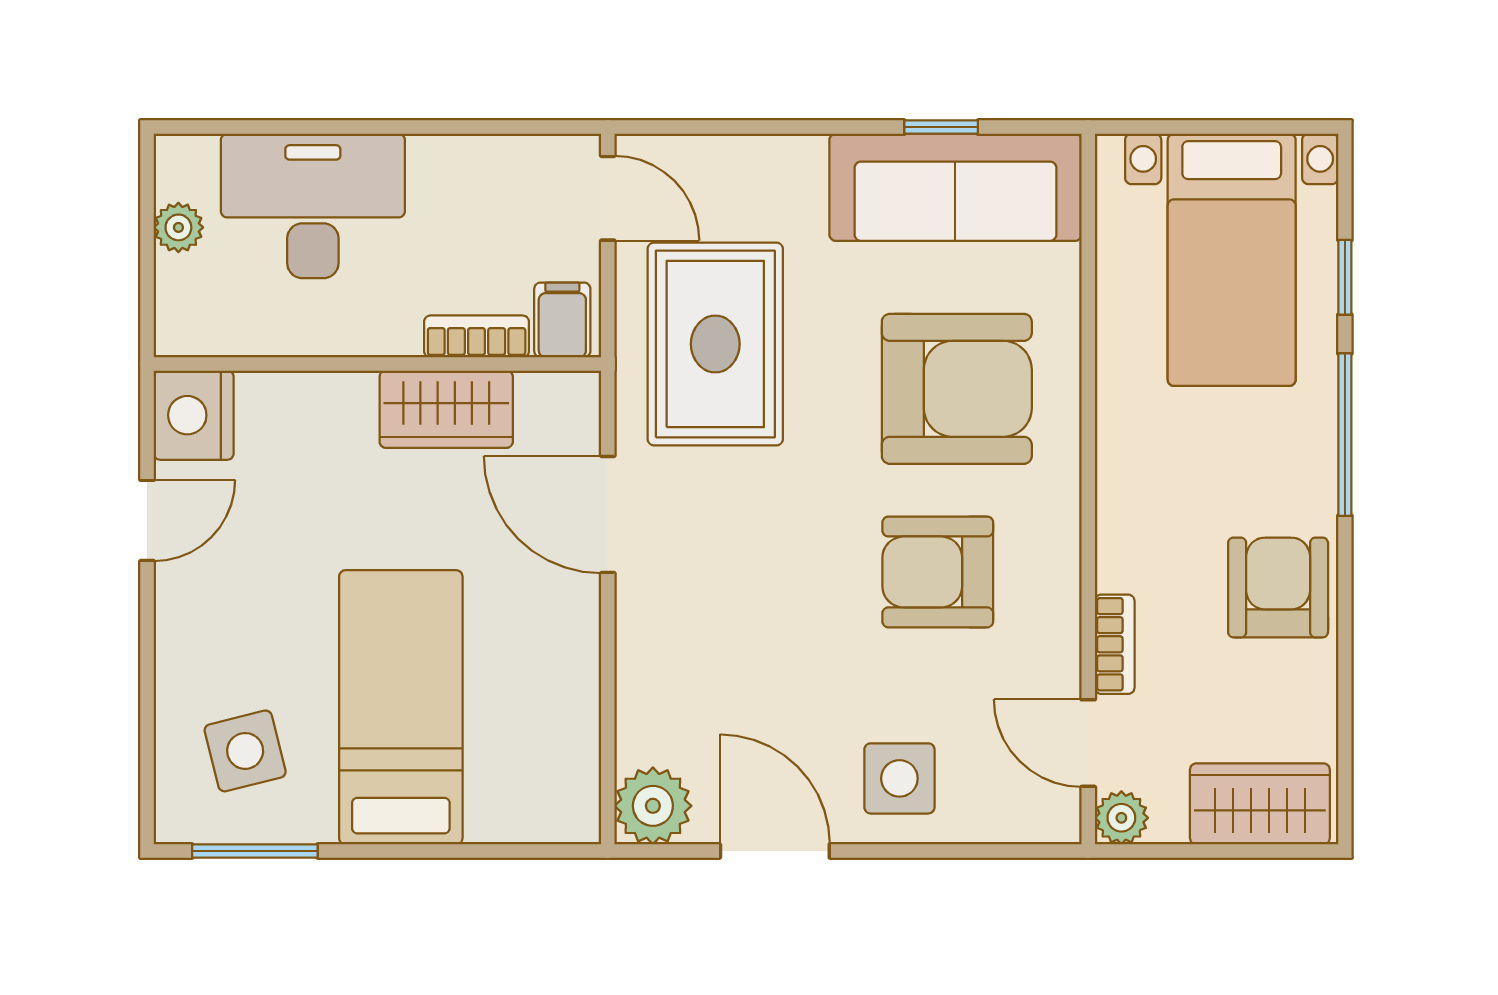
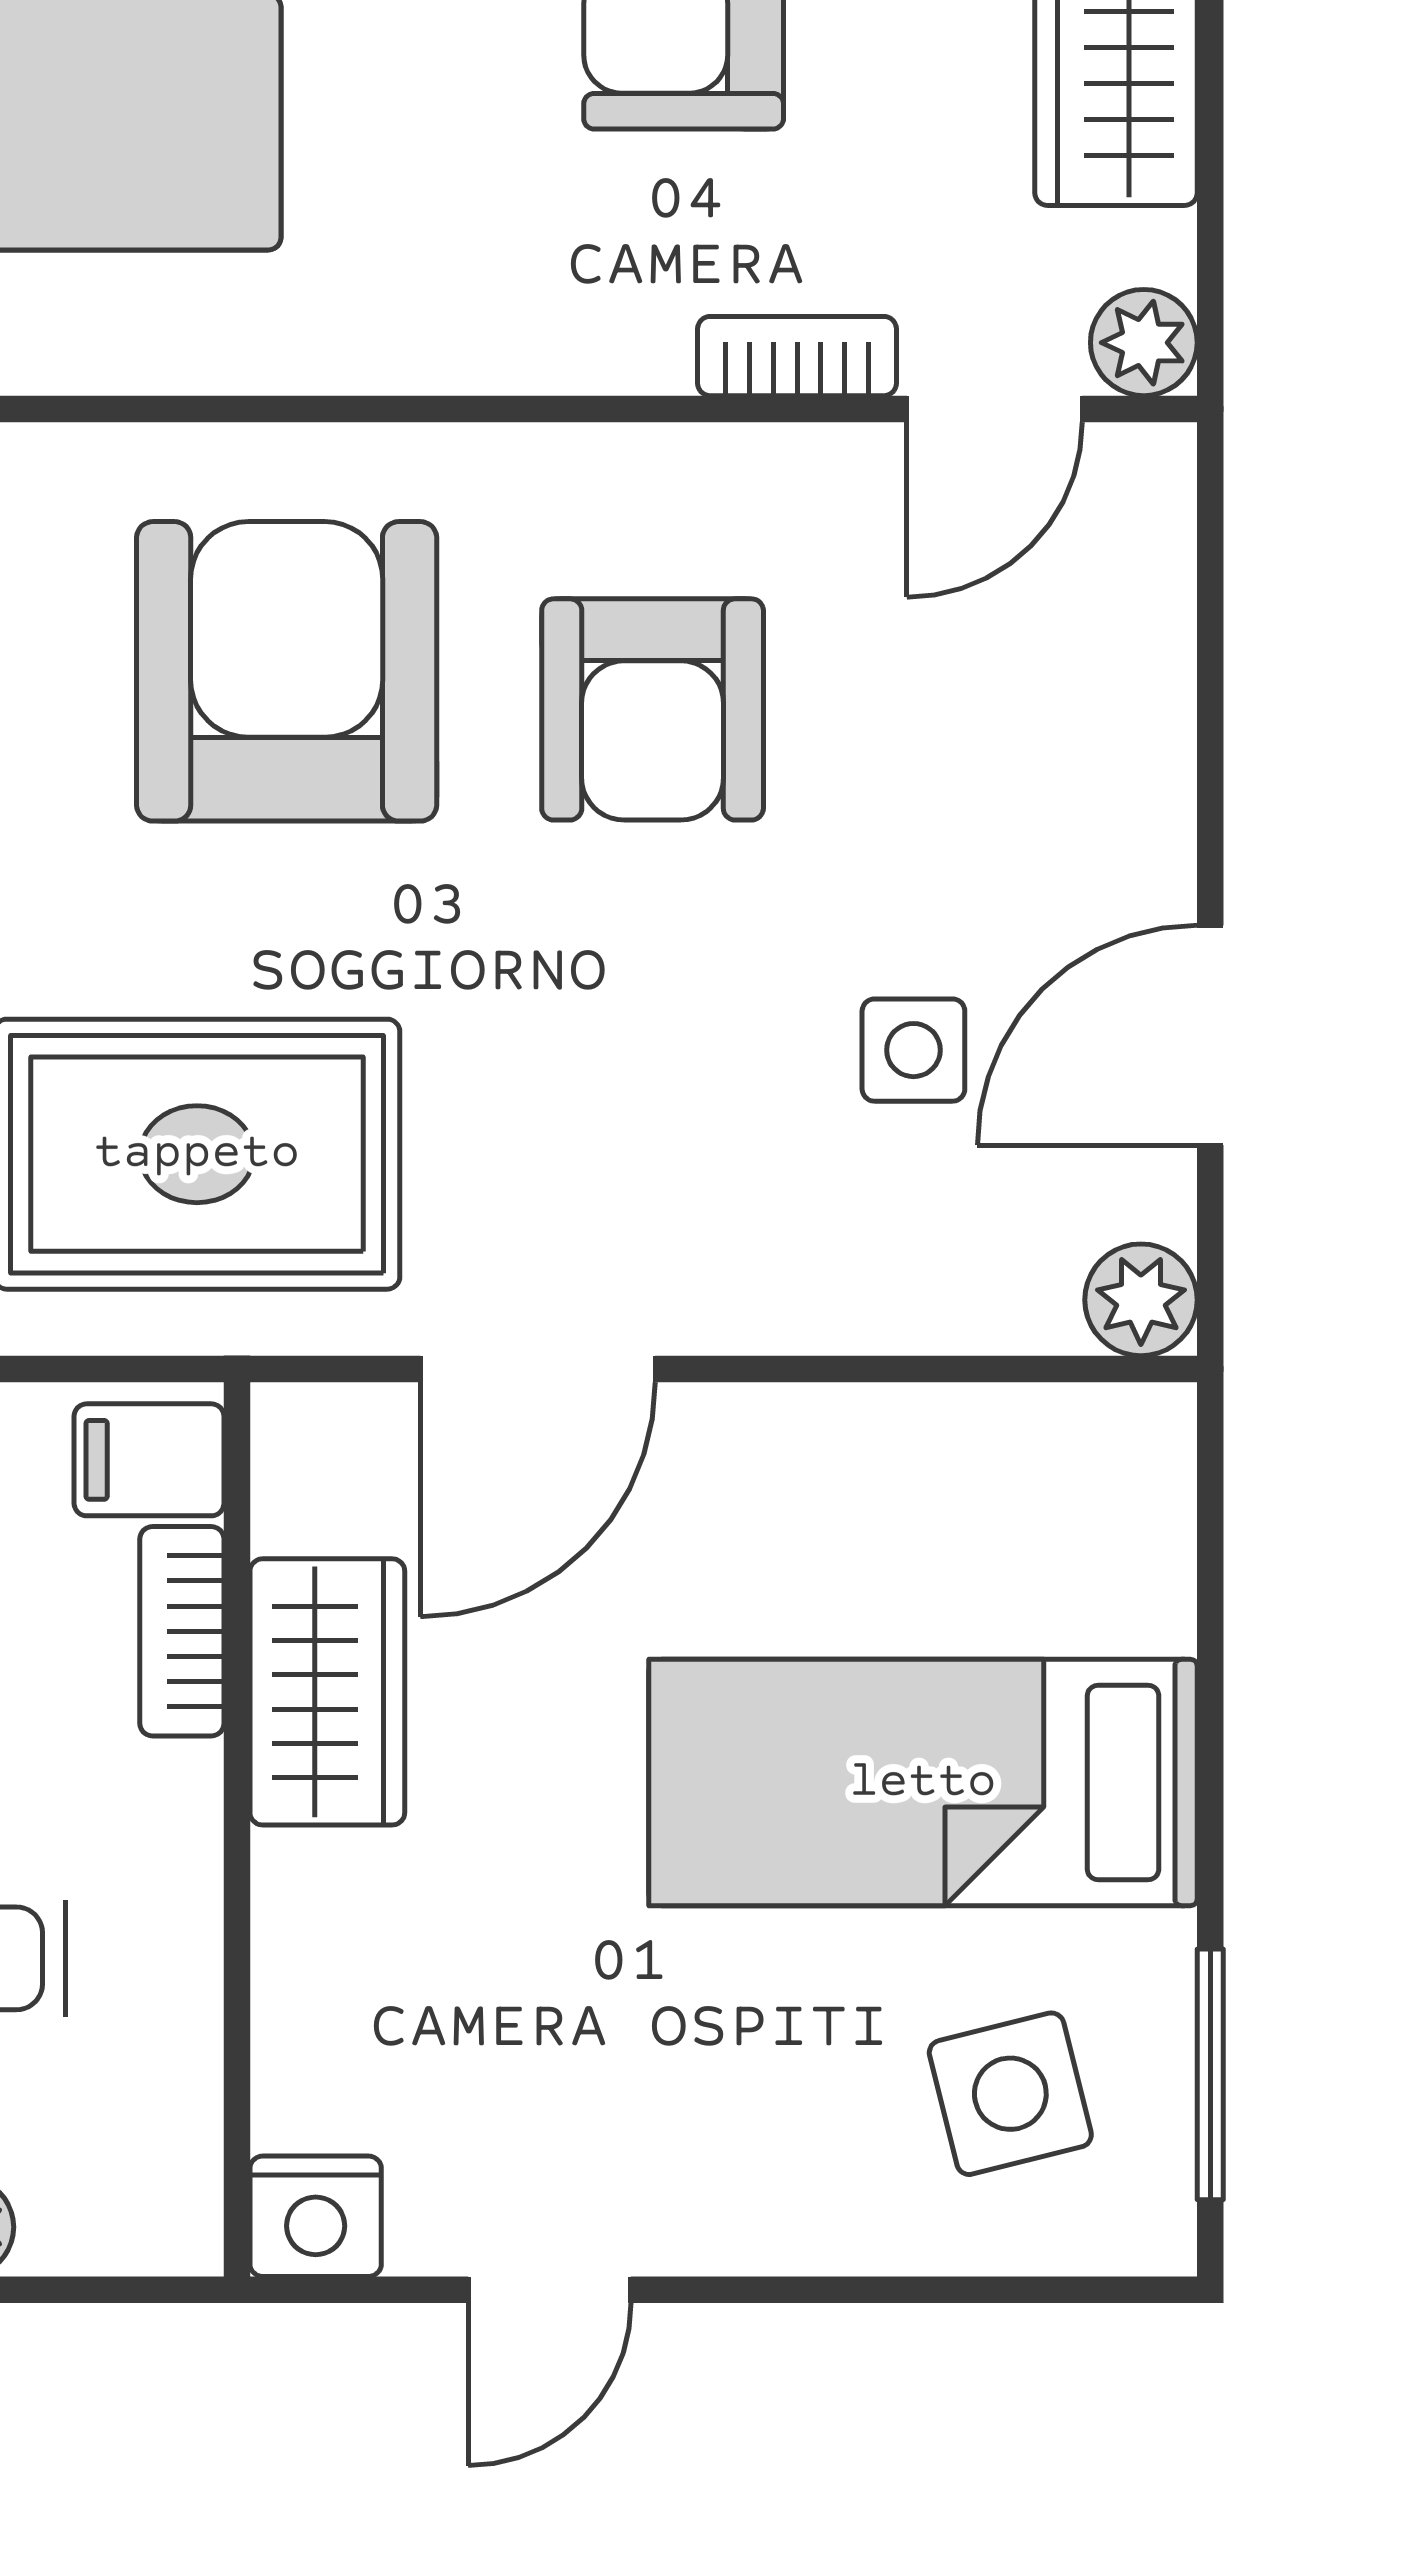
nightstand: (194, 415) -> (316, 2216), width x0.74, depth x0.75
door: (147, 520) -> (550, 2290), swing flipped
side table: (899, 778) -> (913, 1050), moved, width x0.73, depth x0.73
plant: (653, 806) -> (1141, 1300), width x0.73, depth x0.73

